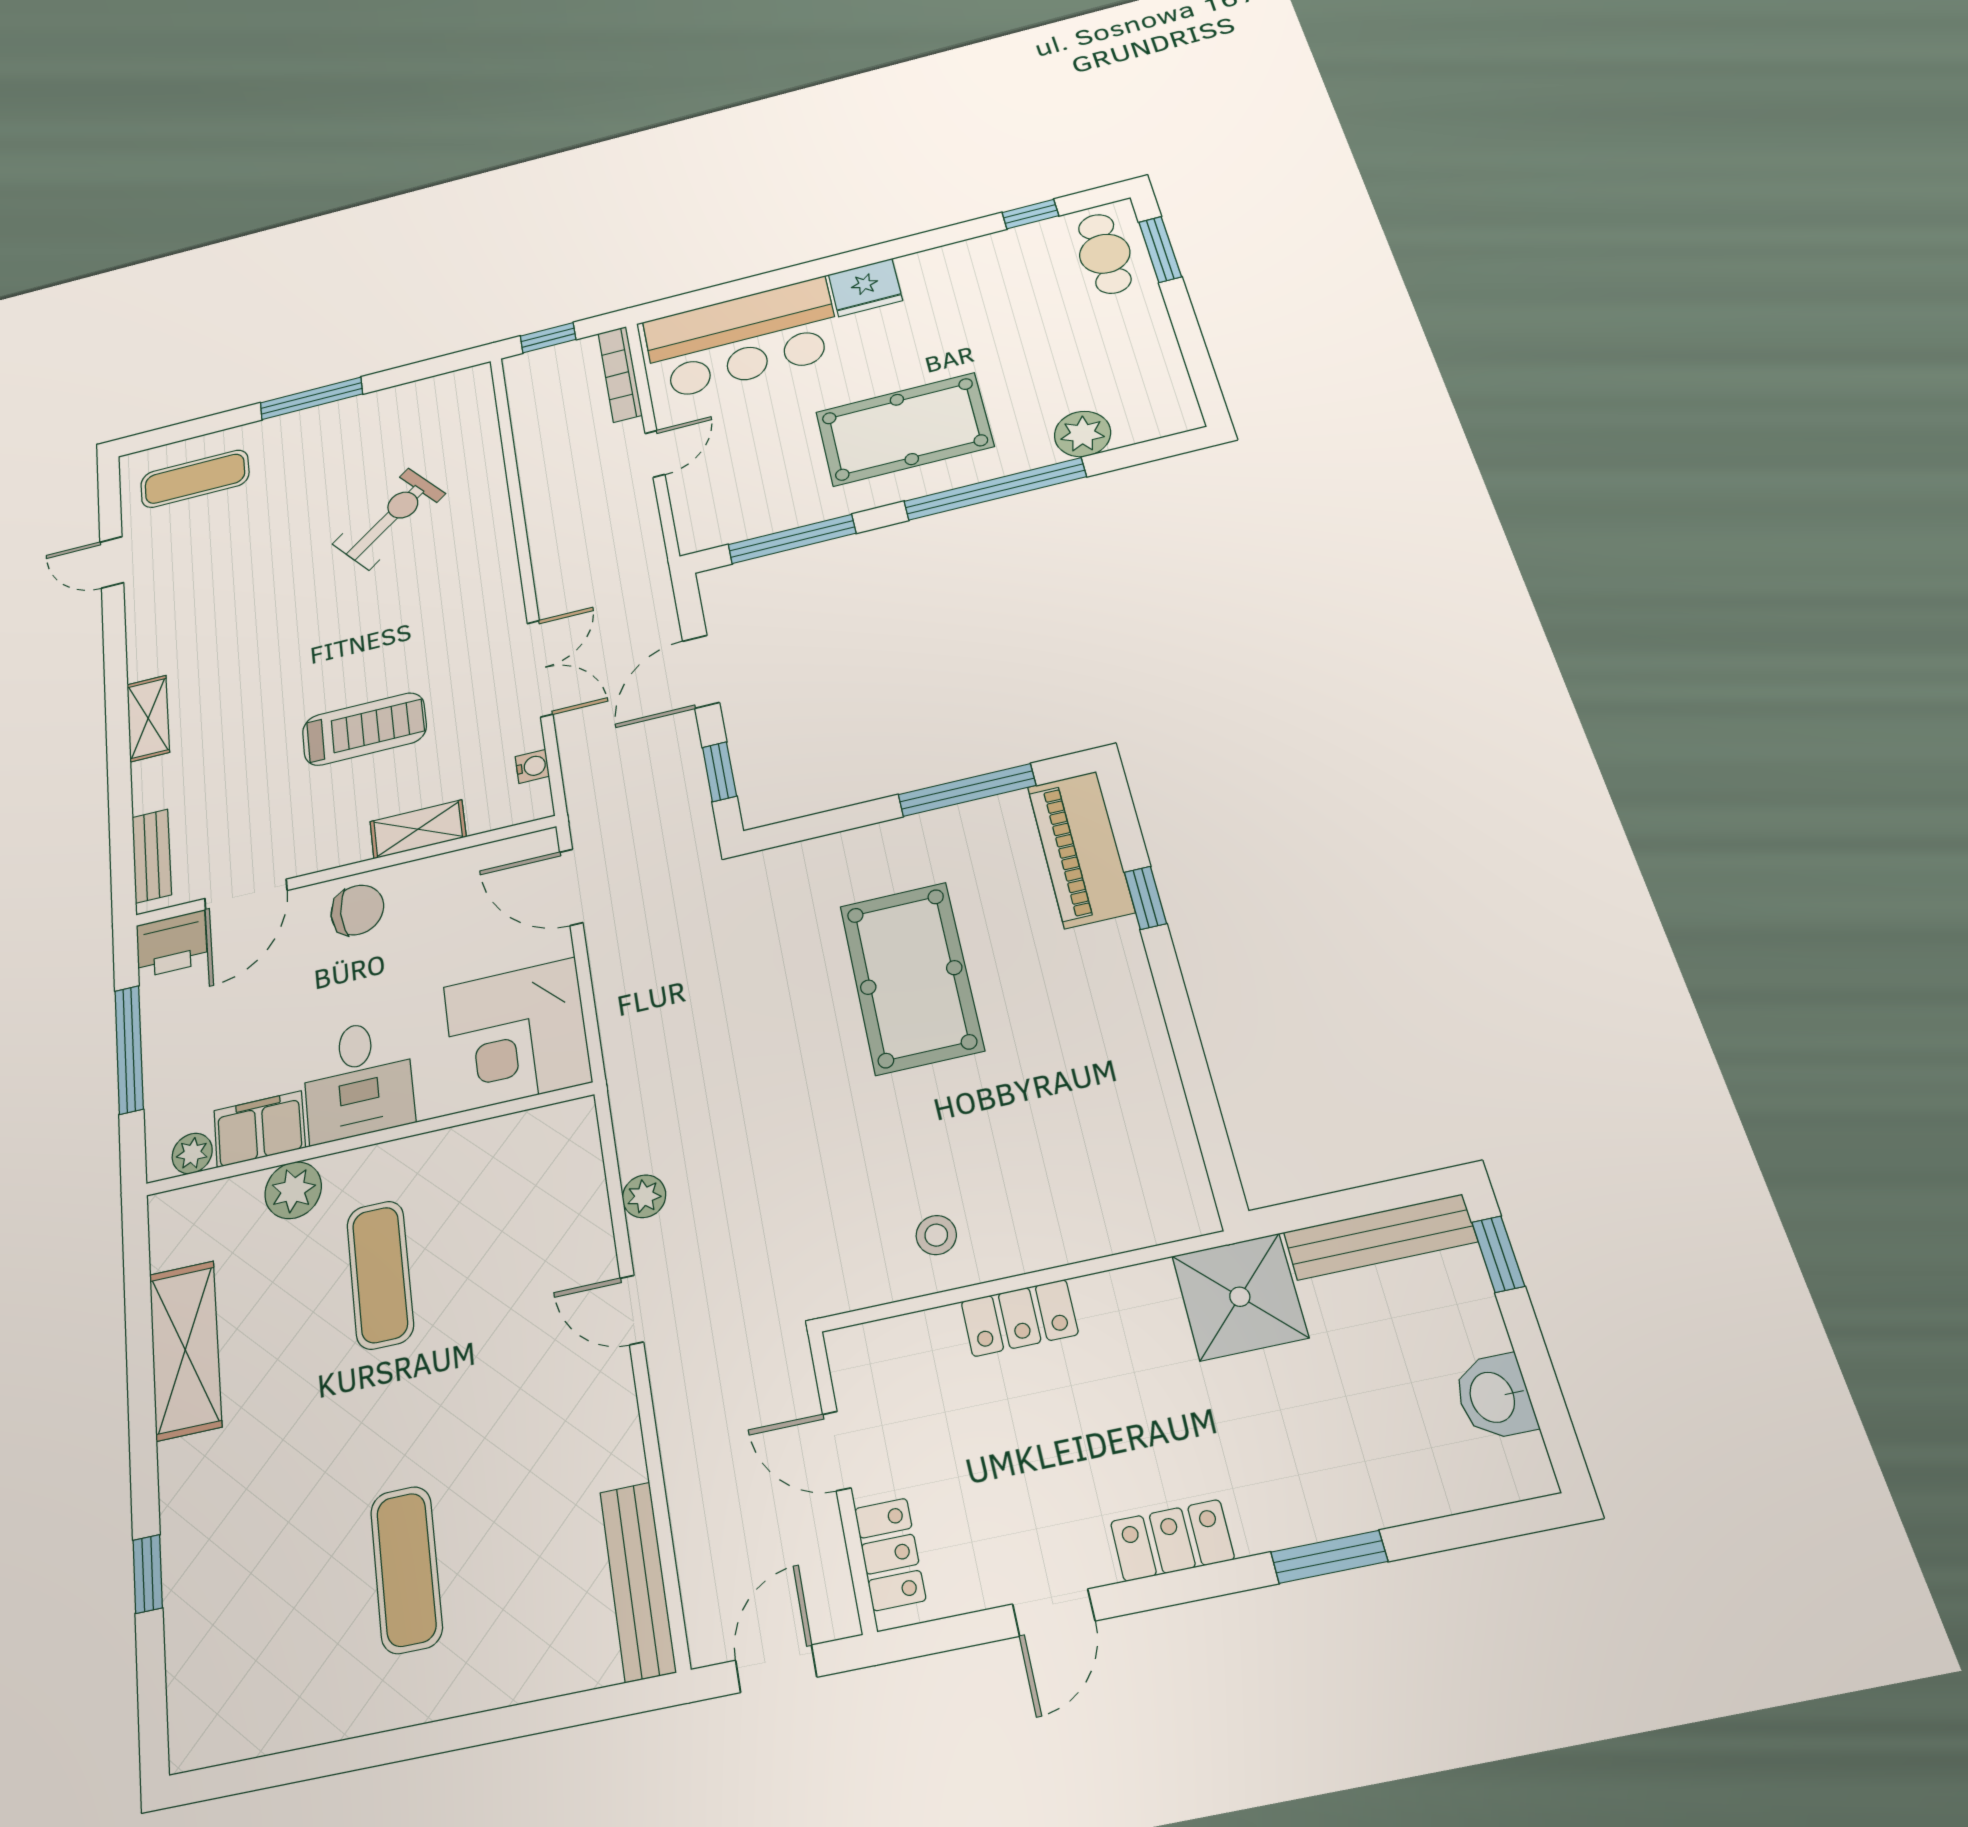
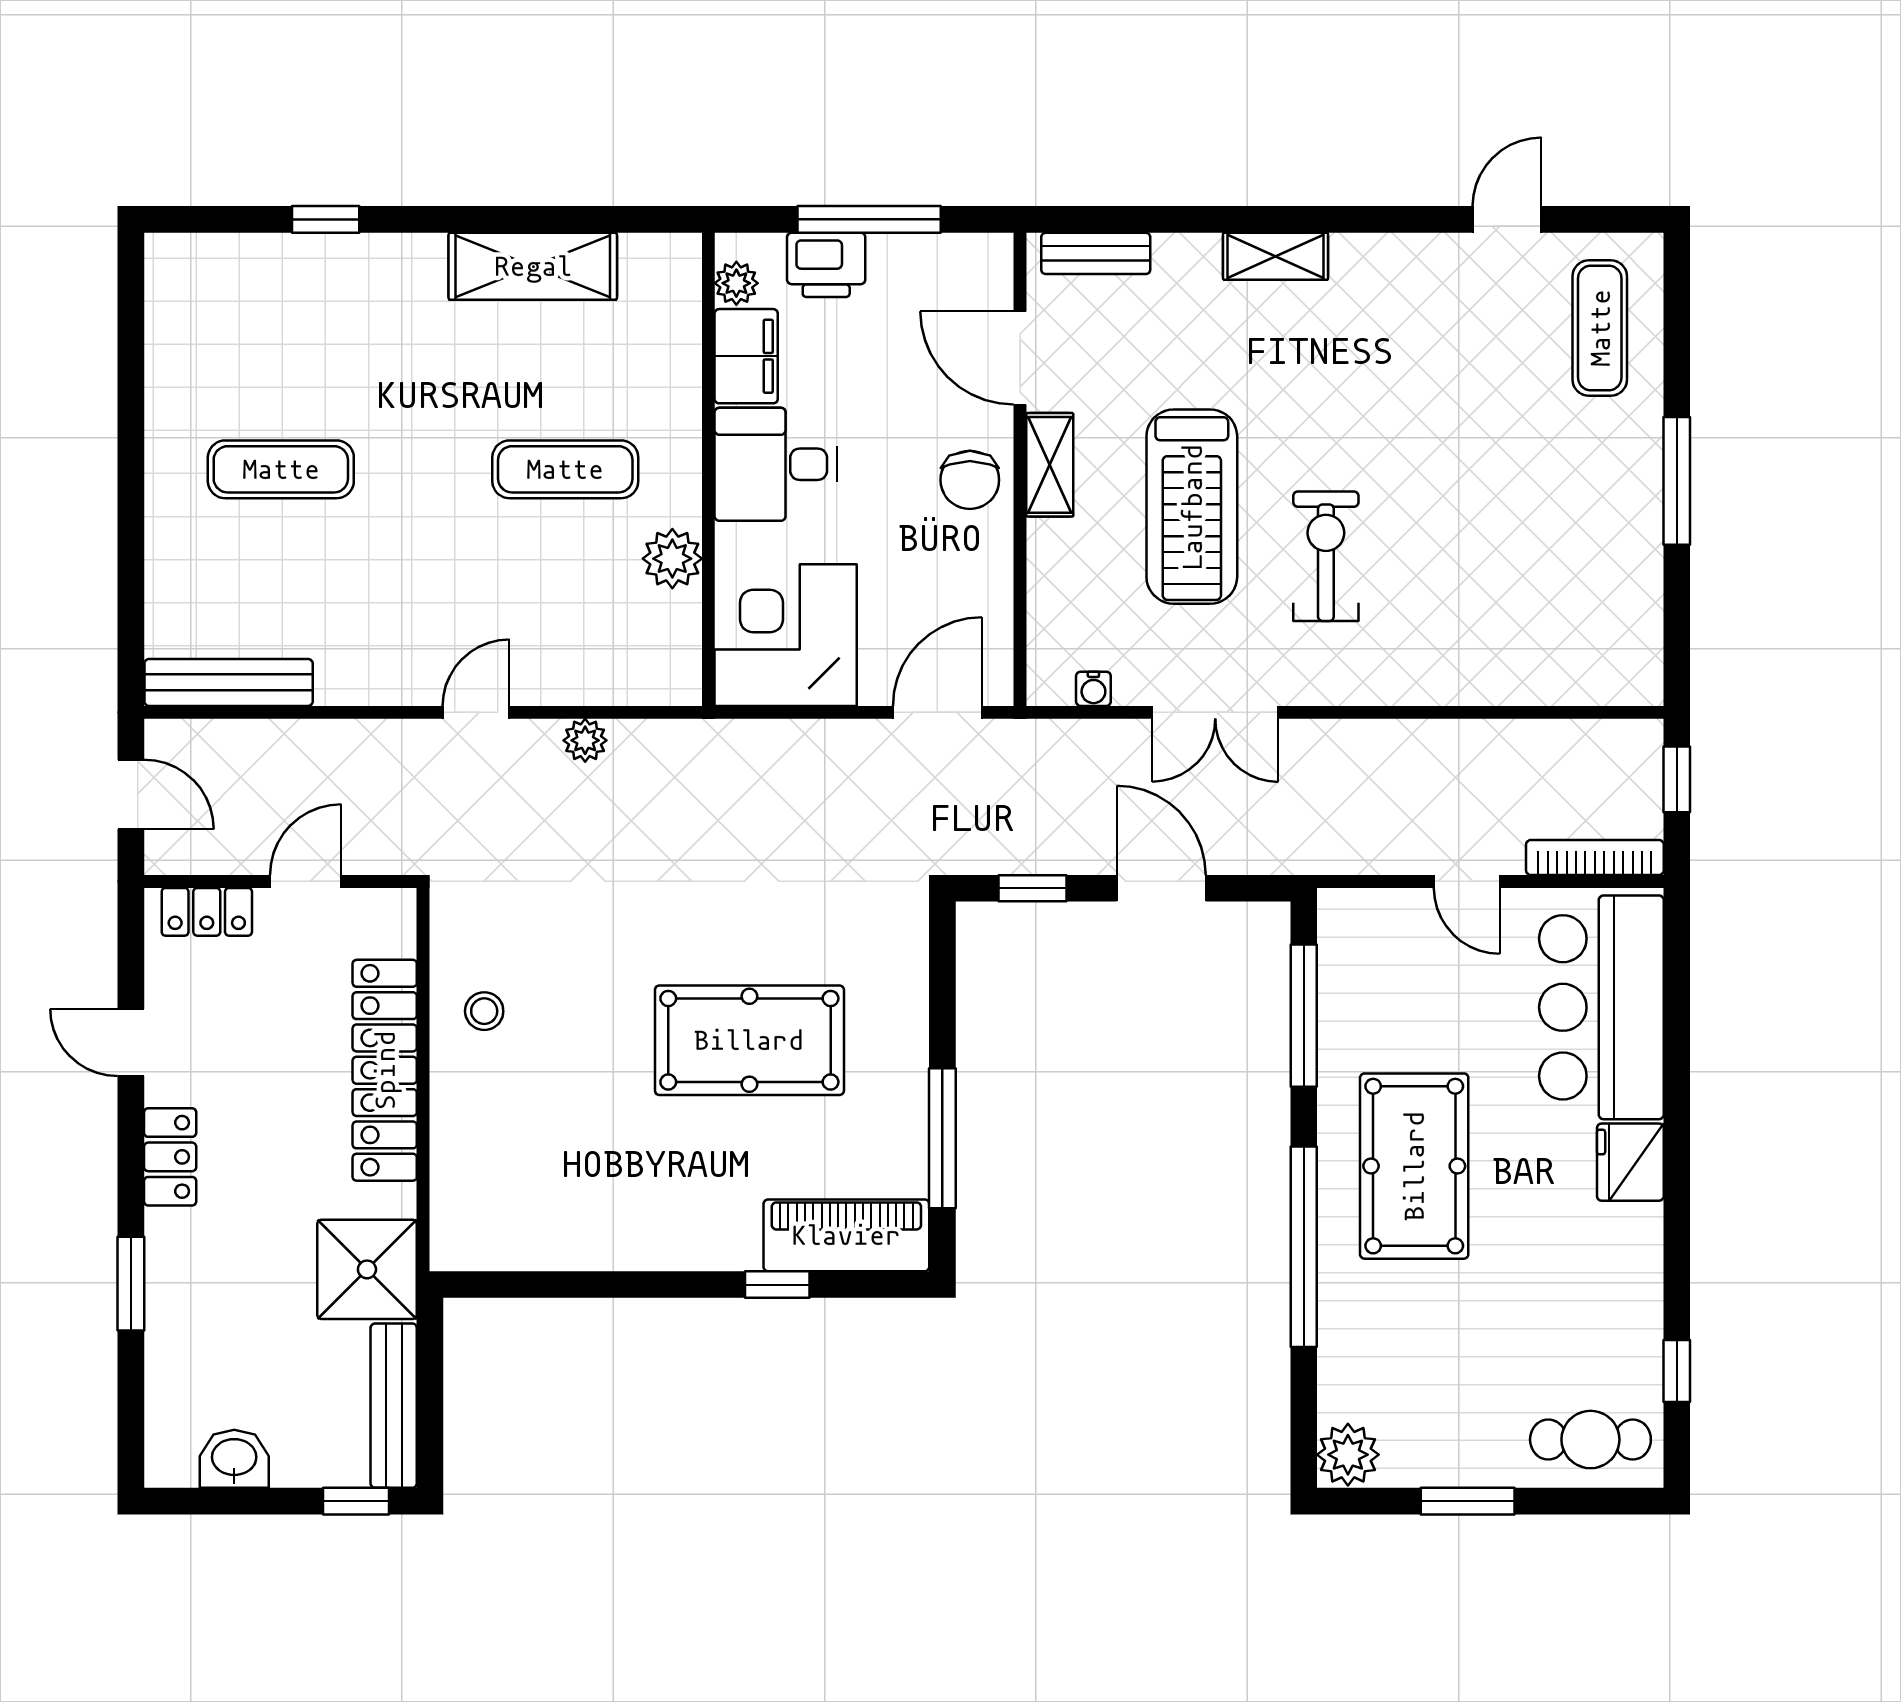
window: (1160, 249) -> (1468, 1501), moved
plant: (1083, 434) -> (1348, 1455), moved
exercise bike: (389, 519) -> (1326, 556), moved, turned -141
treadmill: (364, 729) -> (1192, 507), width x1.37, depth x1.38
shelving: (418, 829) -> (1050, 465), moved
printer: (172, 944) -> (826, 265), moved, turned -90
plant: (293, 1190) -> (672, 559), moved
locker: (1020, 1318) -> (385, 1070), width x2.16, depth x1.21

